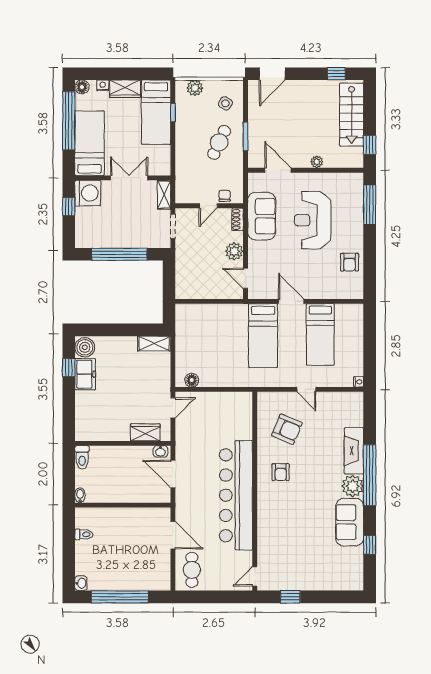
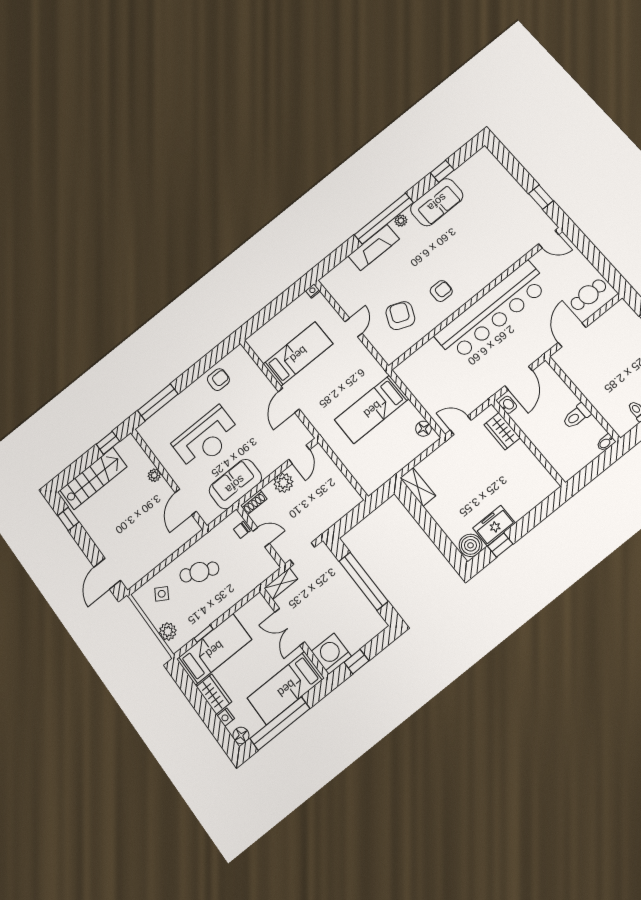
door: (272, 74) -> (107, 574), swing flipped
window: (245, 136) -> (177, 553), removed
bed: (263, 336) -> (372, 409), moved, turned 180
toilet: (82, 457) -> (576, 416), moved, turned 180
plant: (353, 486) -> (401, 221), width x0.53, depth x0.53

